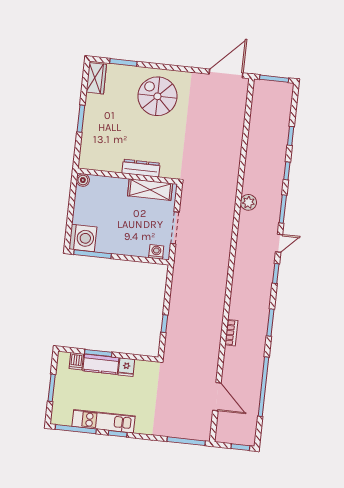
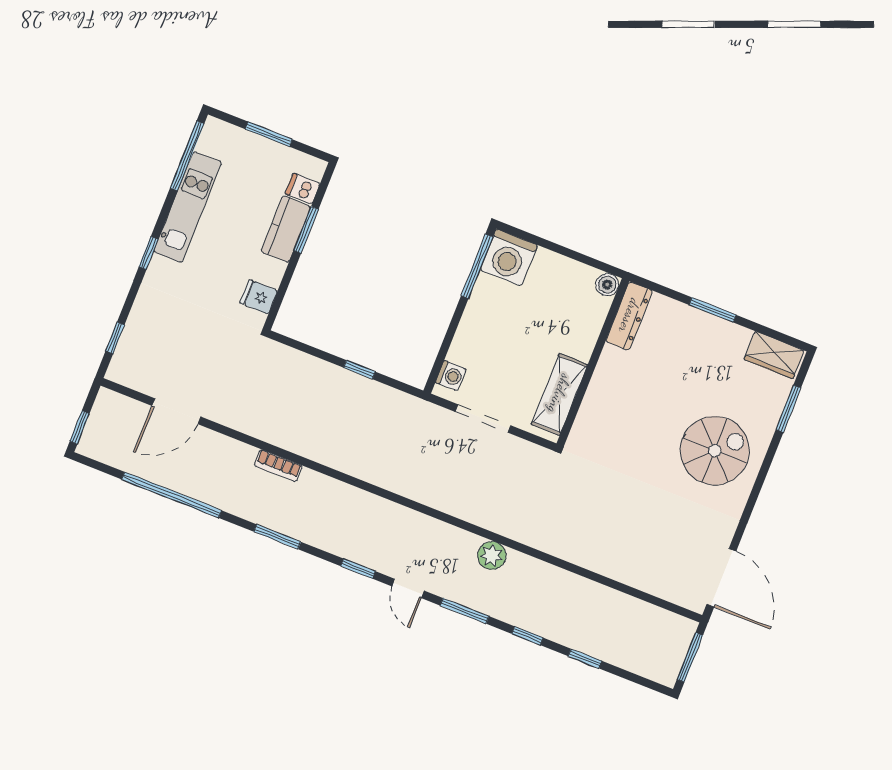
dresser: (141, 168) -> (629, 316), moved
window: (164, 324) -> (359, 370), moved
fridge: (126, 367) -> (259, 297), moved
window: (118, 434) -> (149, 253), moved
window: (186, 441) -> (115, 338), width x0.46

